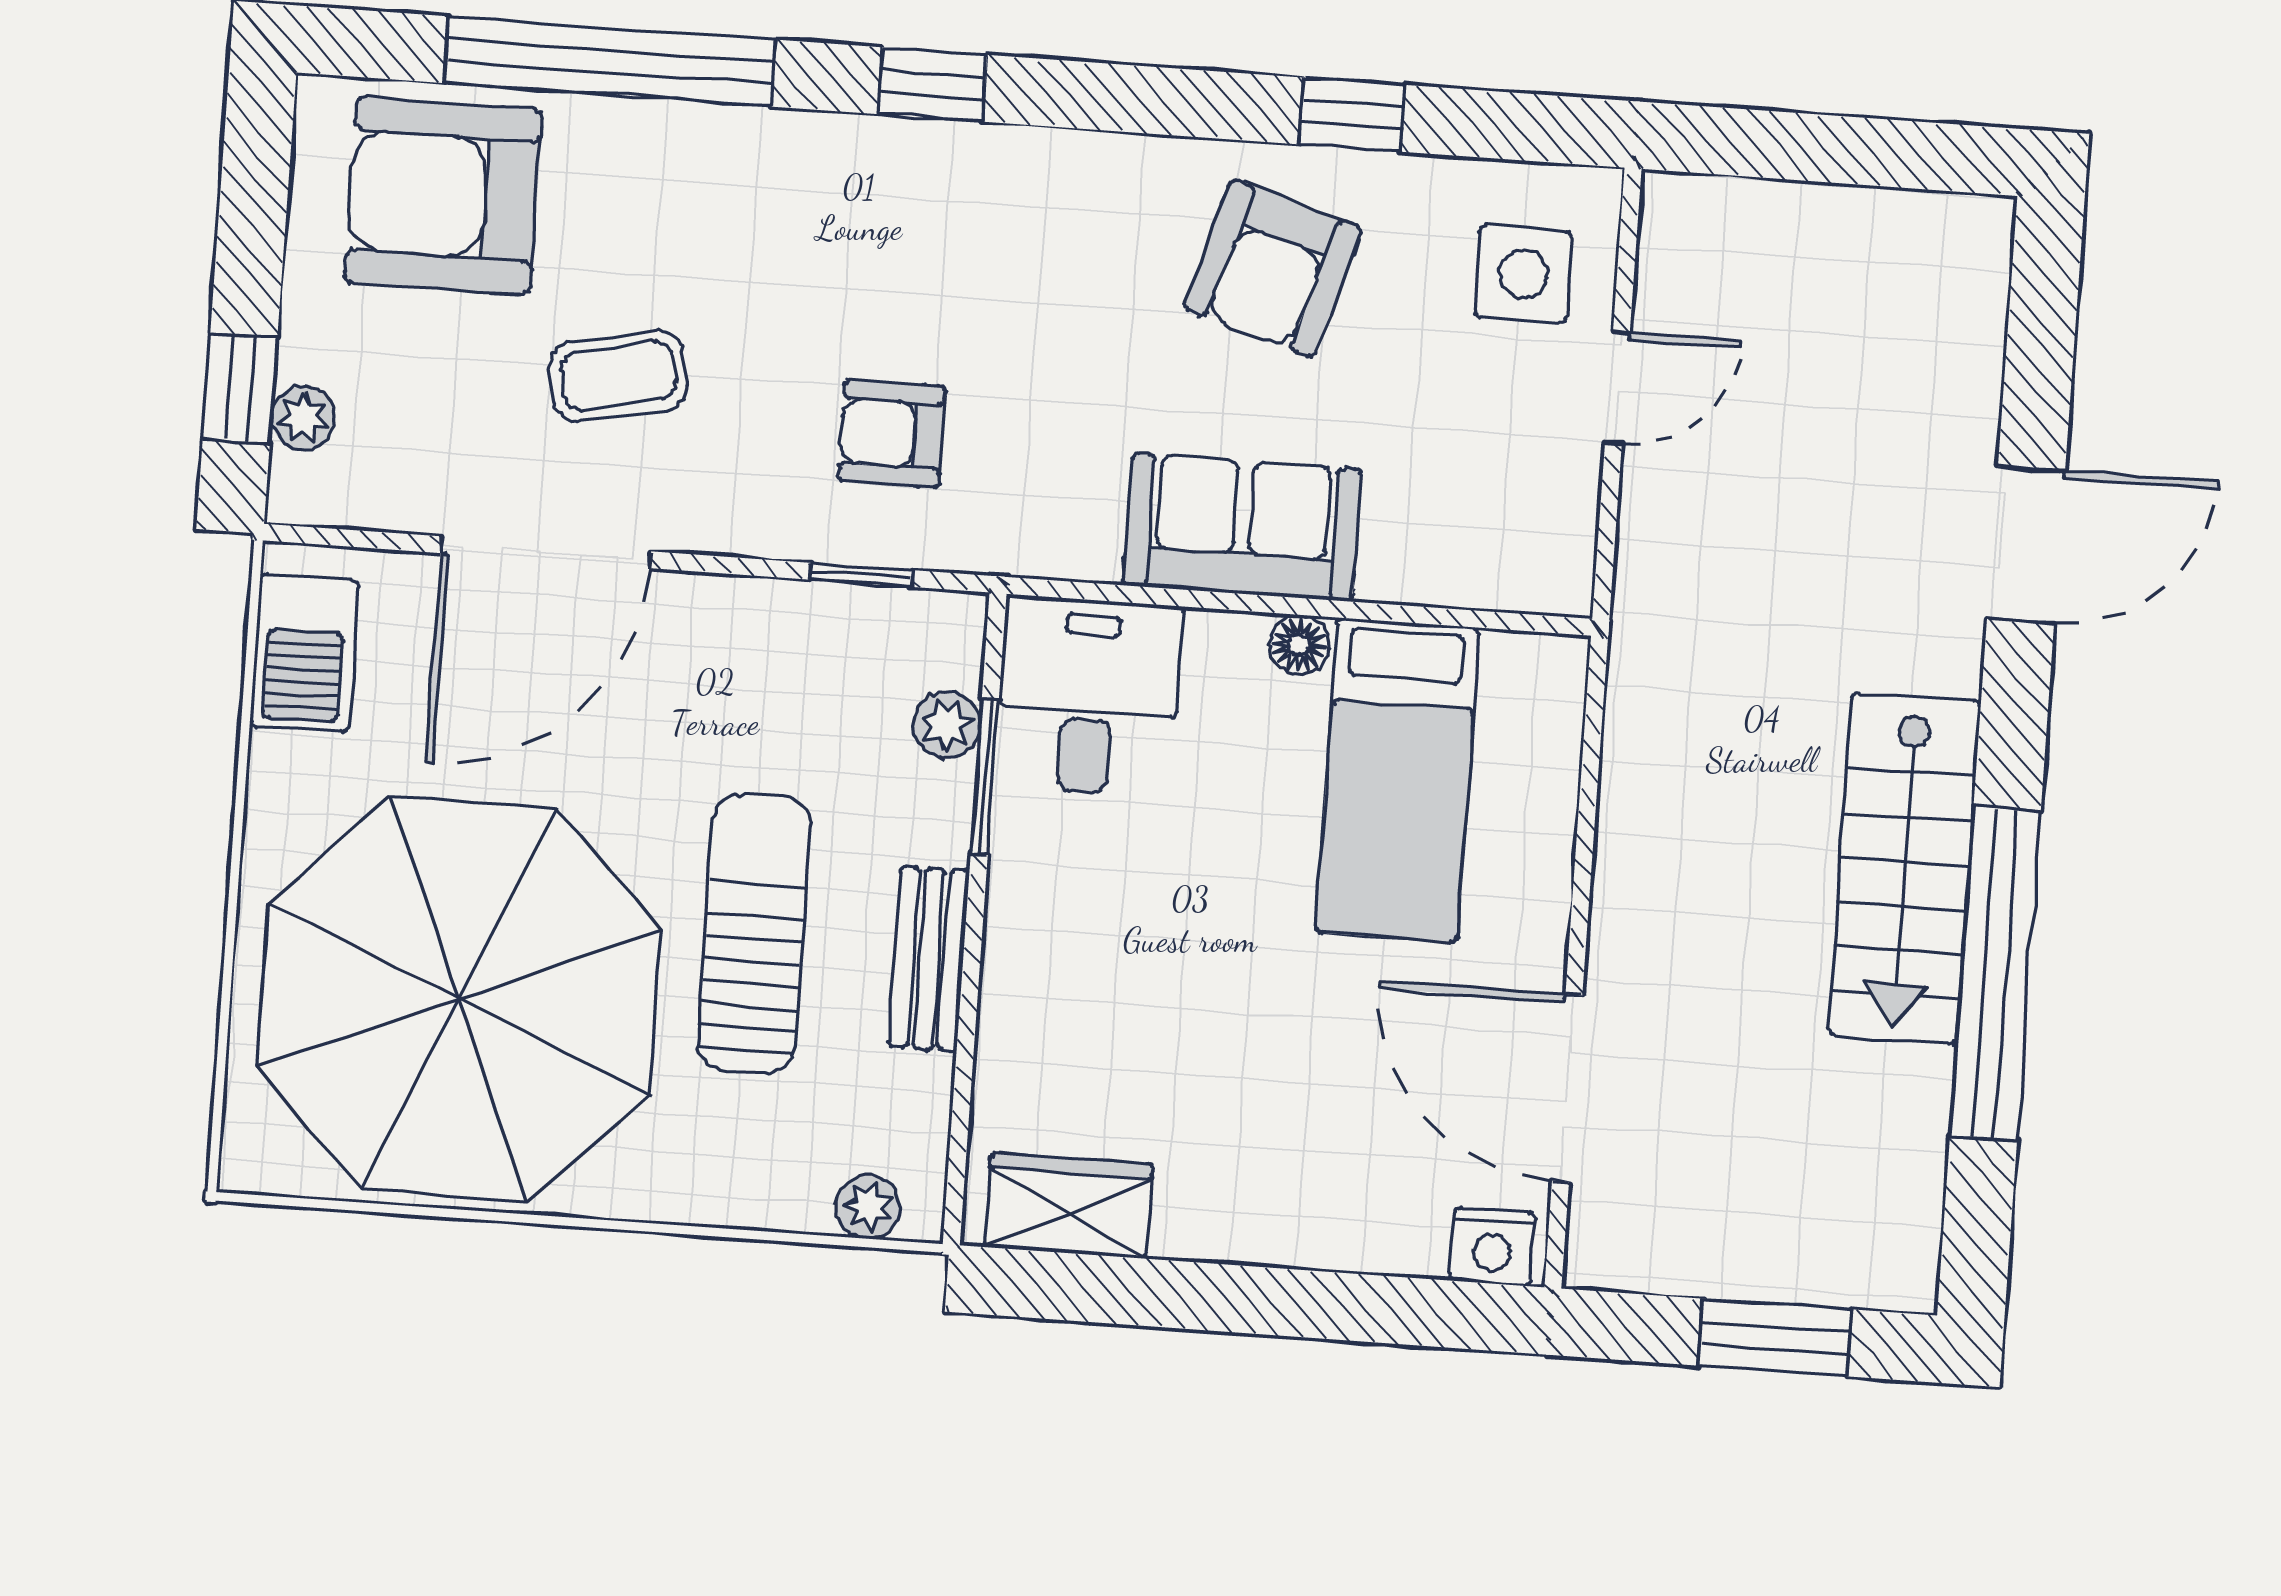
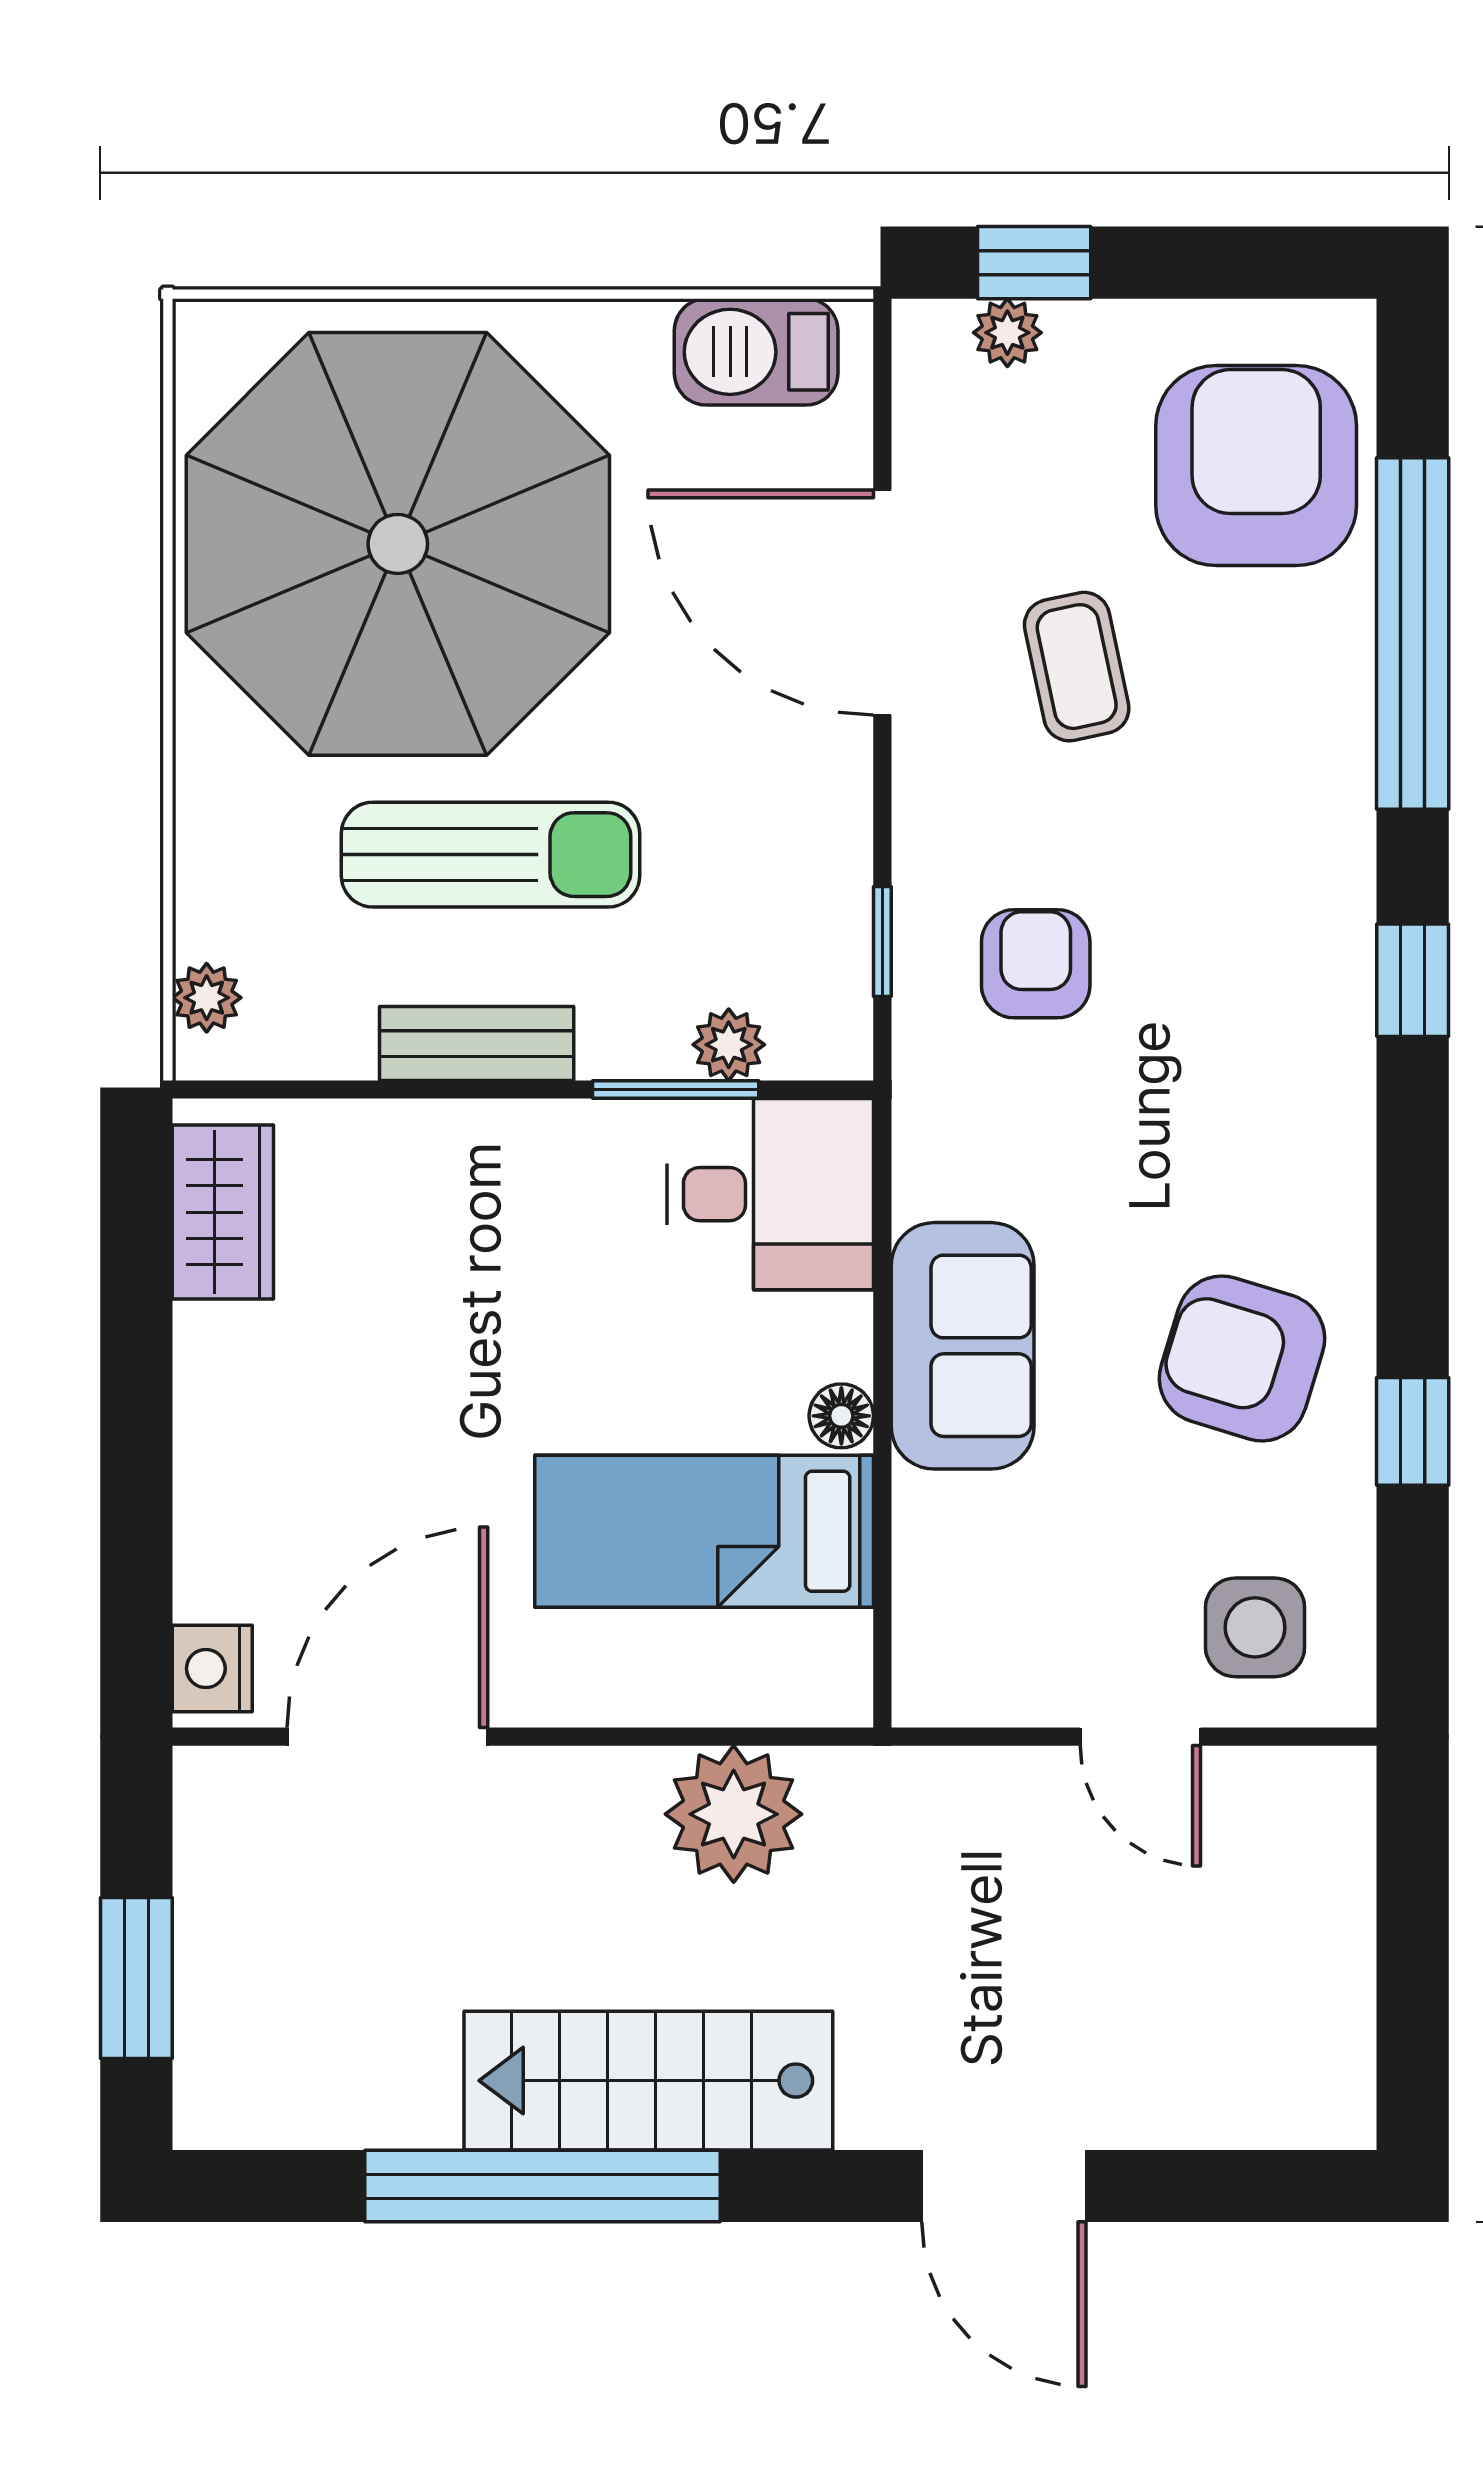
plant: (1662, 771) -> (734, 1814), added

